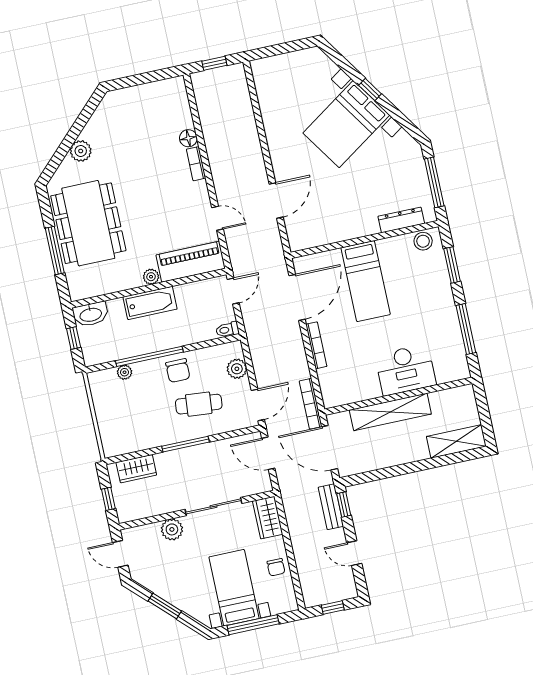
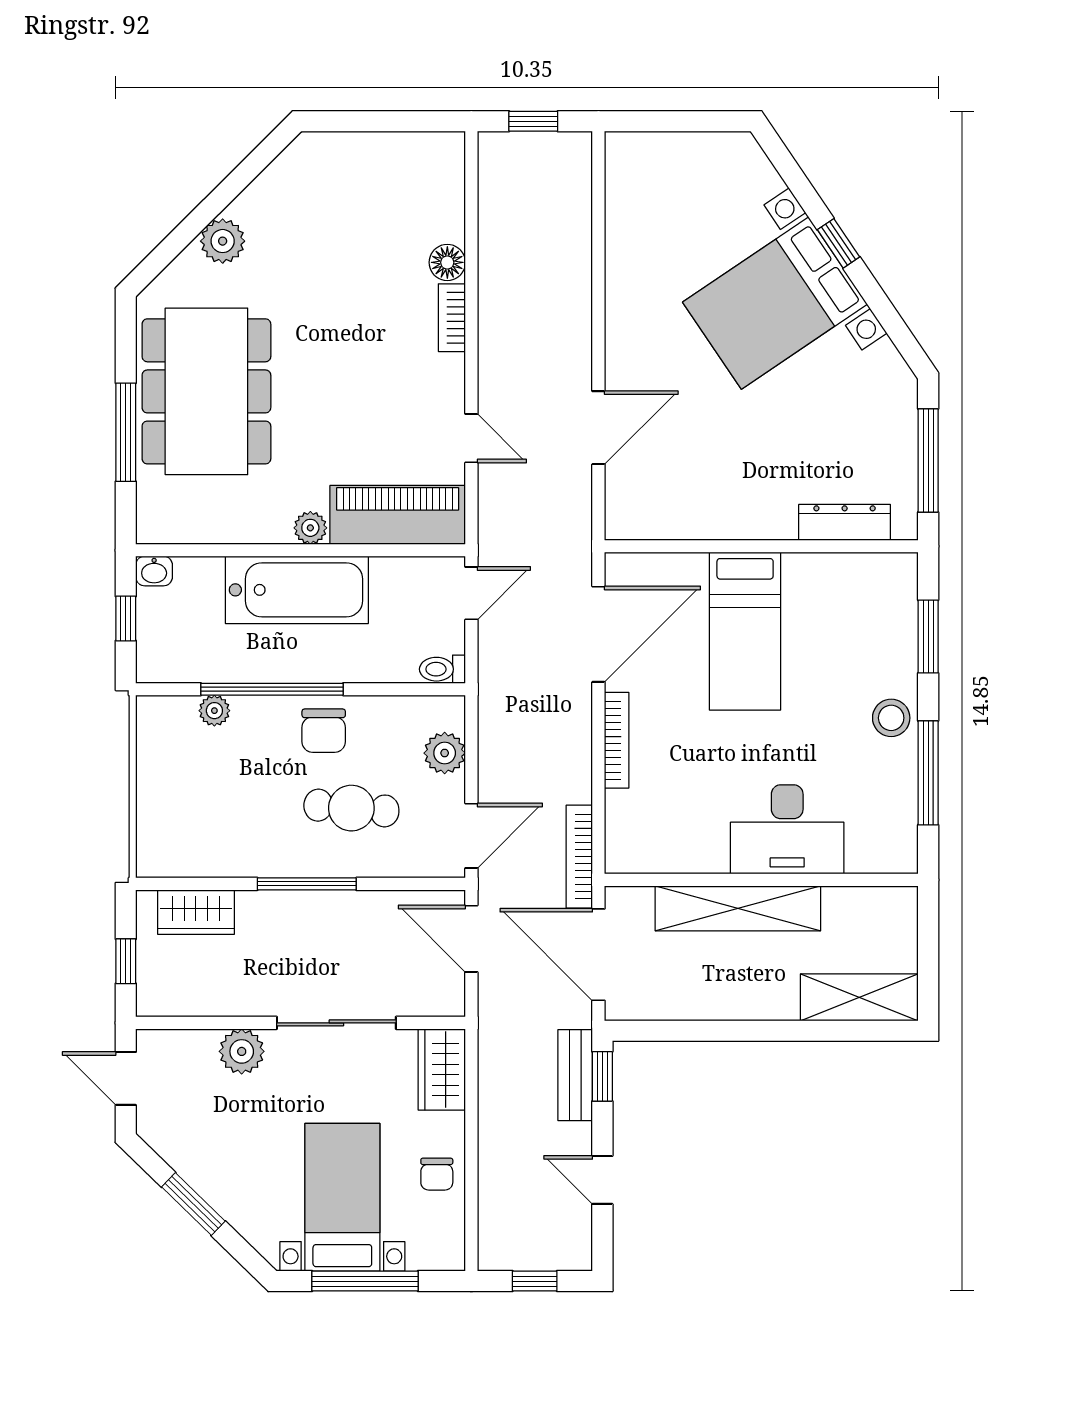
stool: (423, 241) -> (891, 718), moved
bathtub: (150, 303) -> (297, 590), width x1.36, depth x1.36
washbasin: (91, 314) -> (154, 571), width x0.52, depth x0.69

